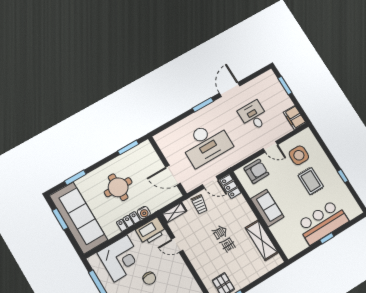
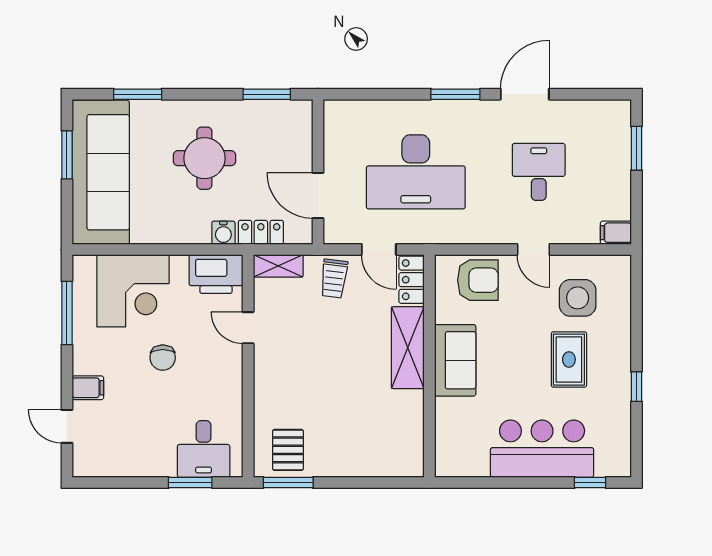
filing cabinet: (295, 117) -> (616, 233), width x0.50
locker: (128, 221) -> (261, 232), moved
window: (327, 238) -> (590, 482), moved
shelving: (262, 240) -> (408, 348), moved

